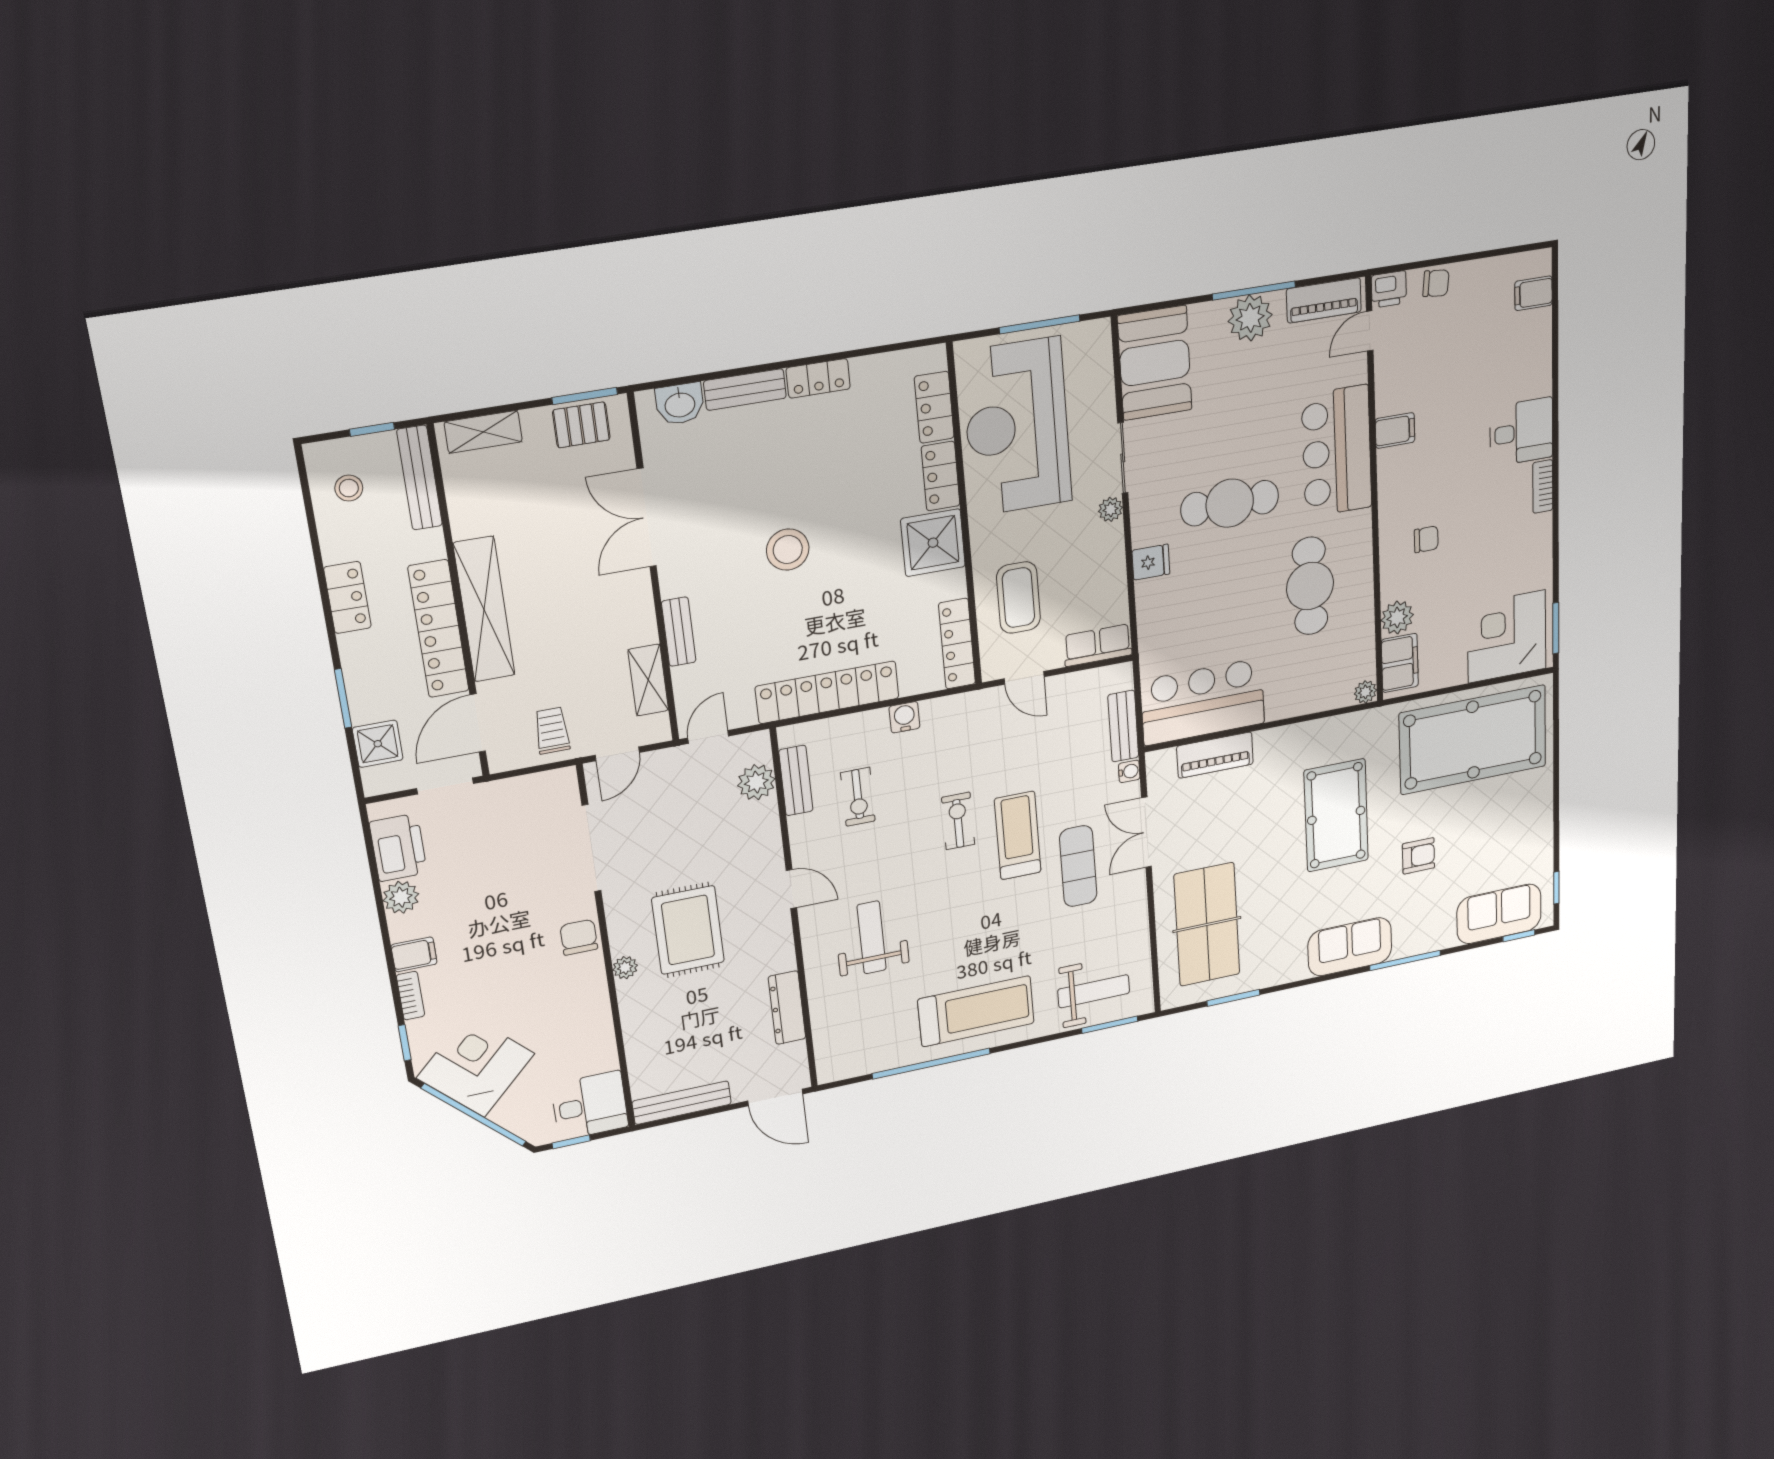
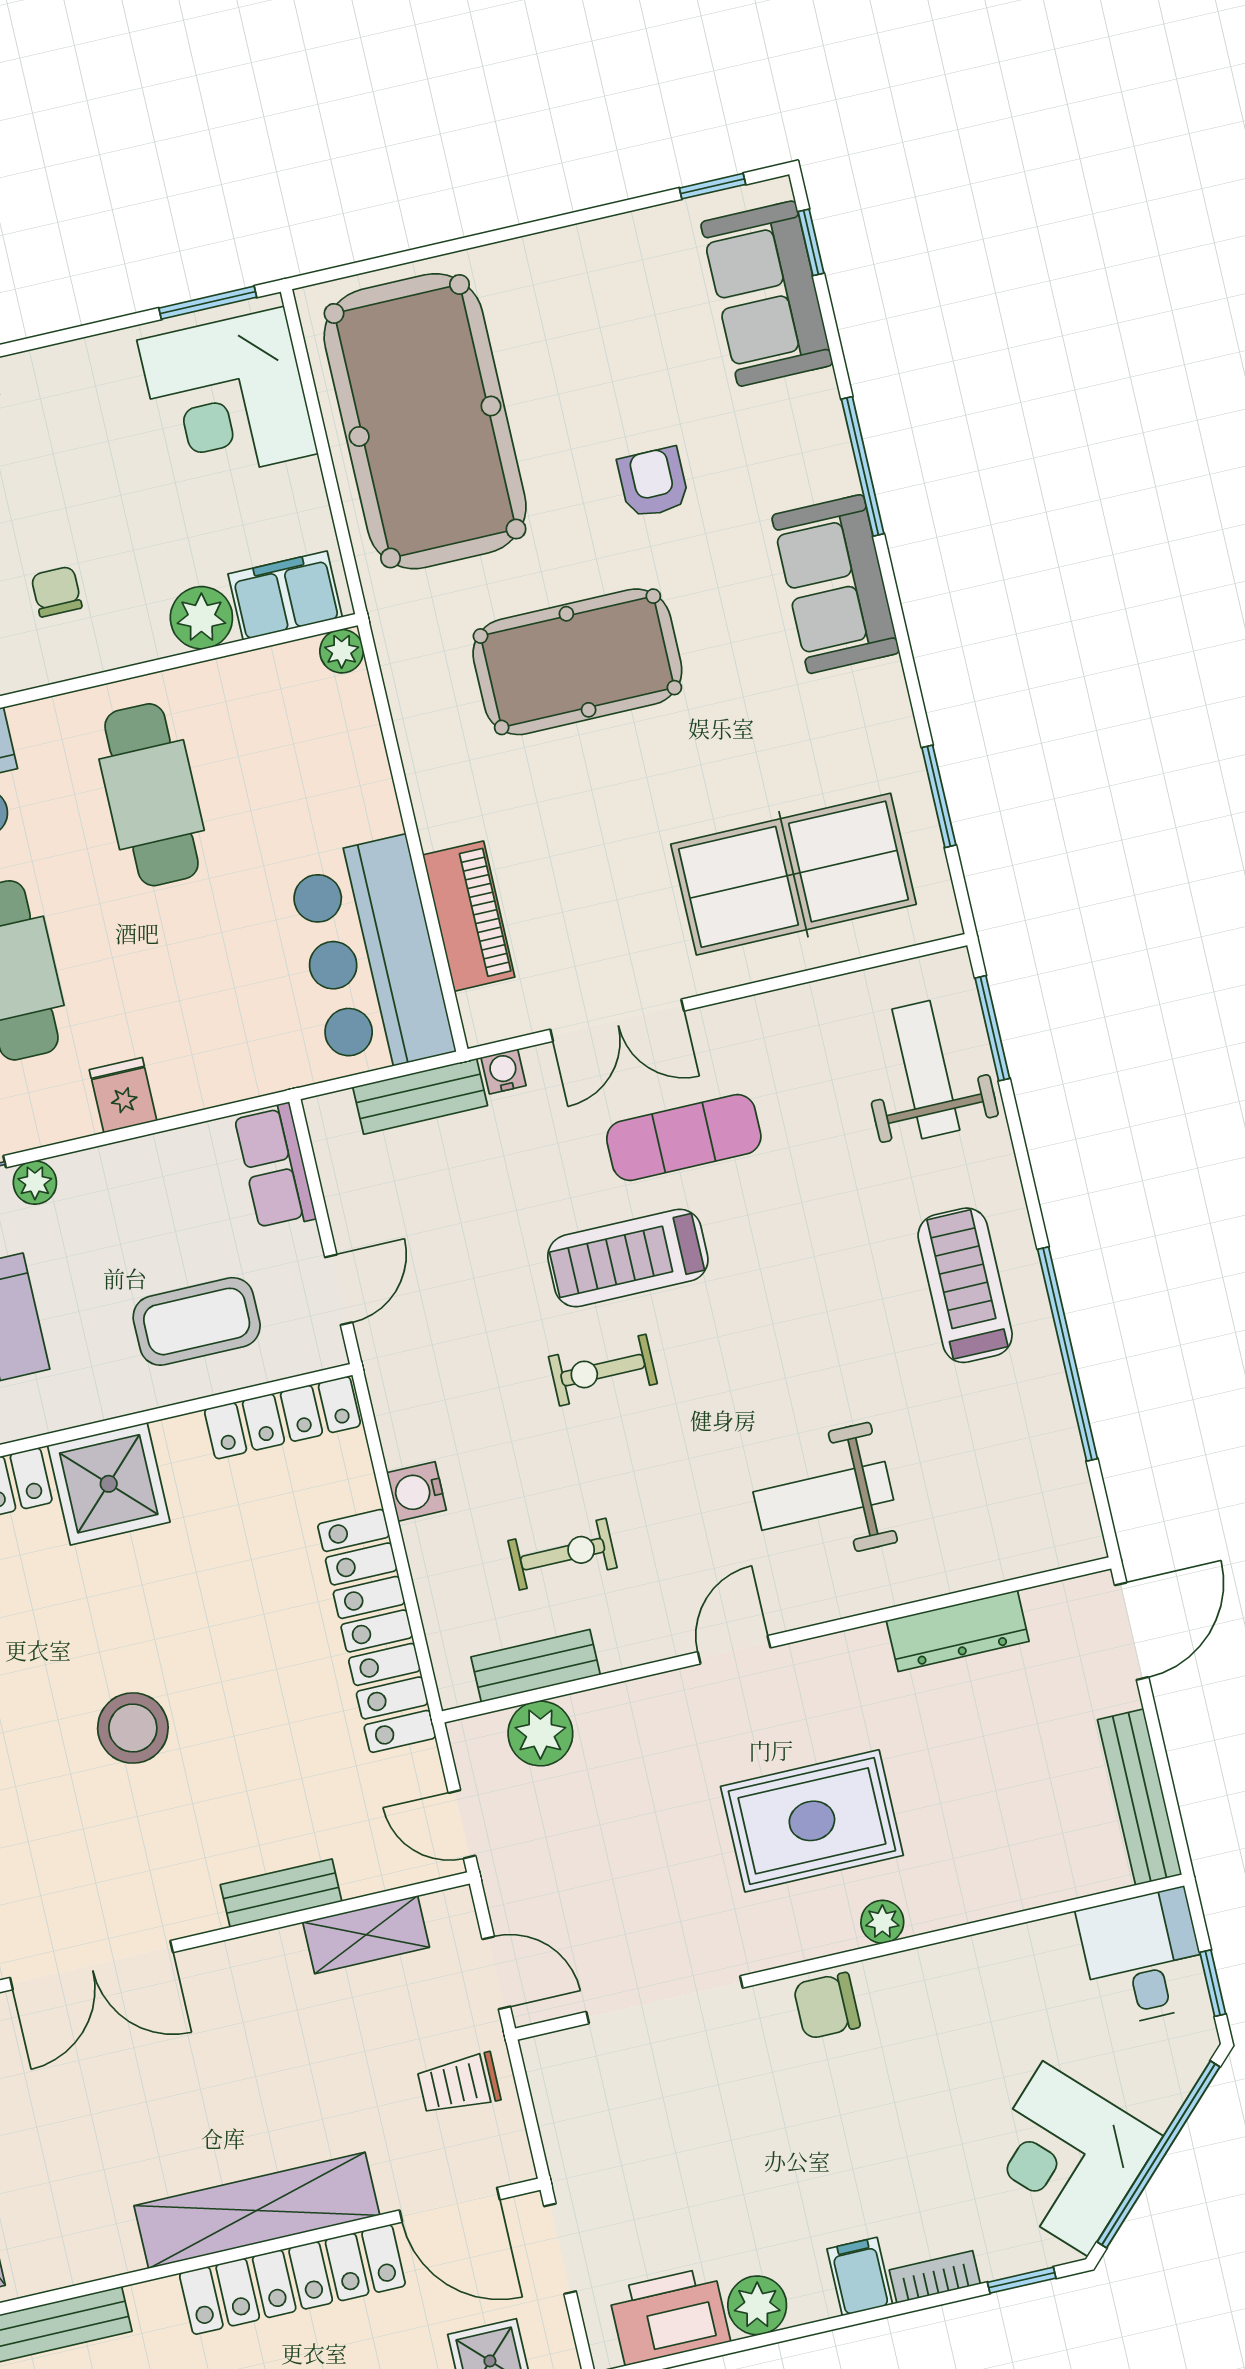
cafe table: (1310, 586) -> (152, 795), turned 90
treadmill: (976, 1011) -> (965, 1285), width x0.73, depth x0.73

